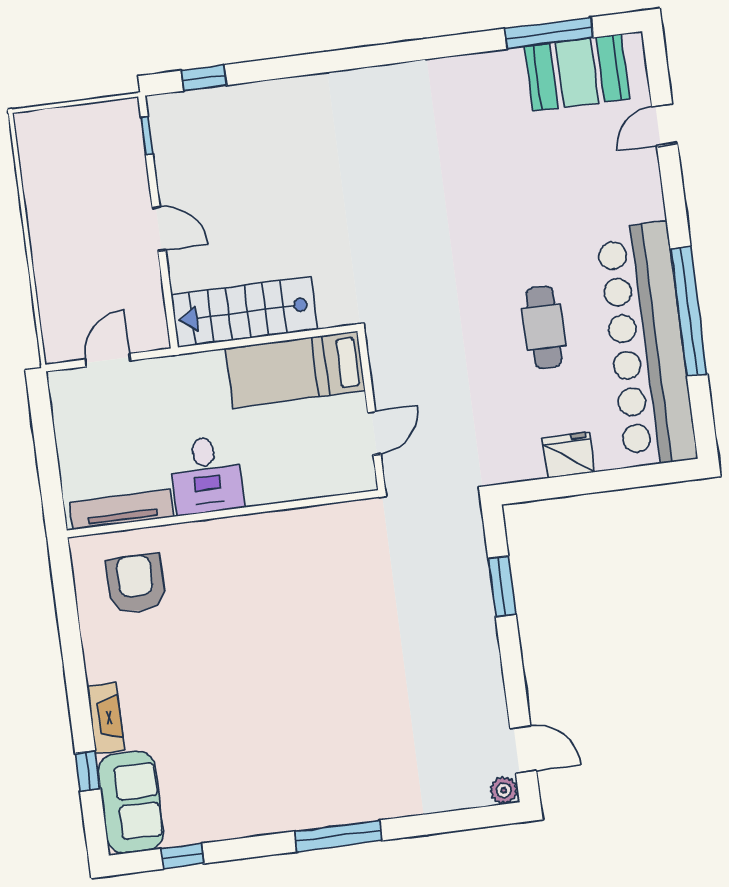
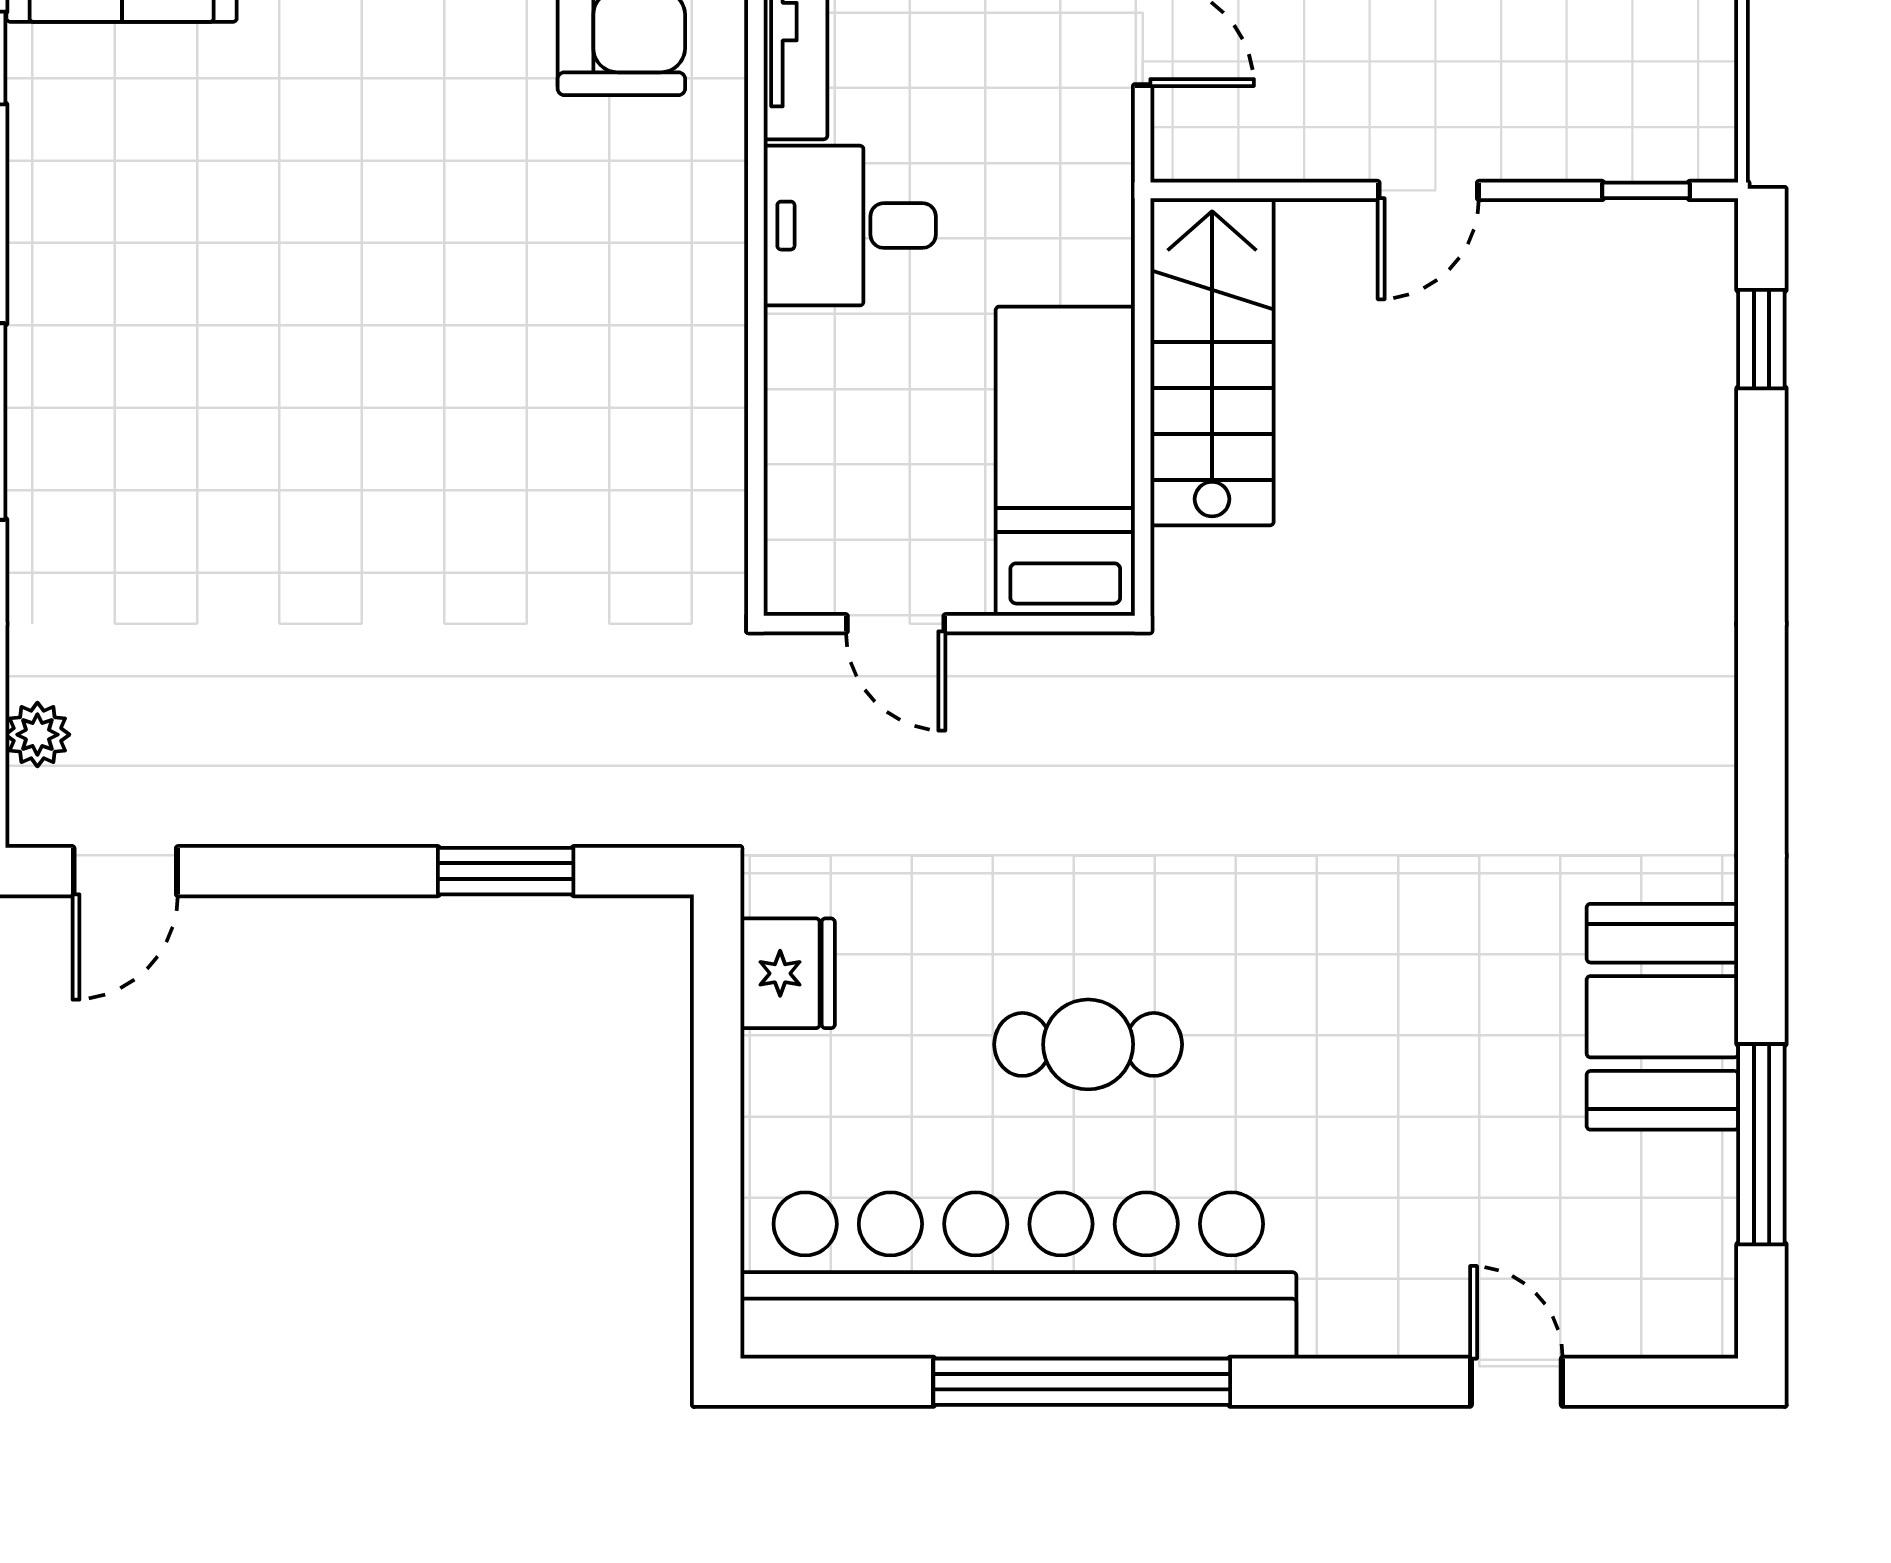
booth: (577, 73) -> (1662, 1017), moved
fridge: (568, 455) -> (788, 973), moved
plant: (504, 790) -> (37, 735), moved

